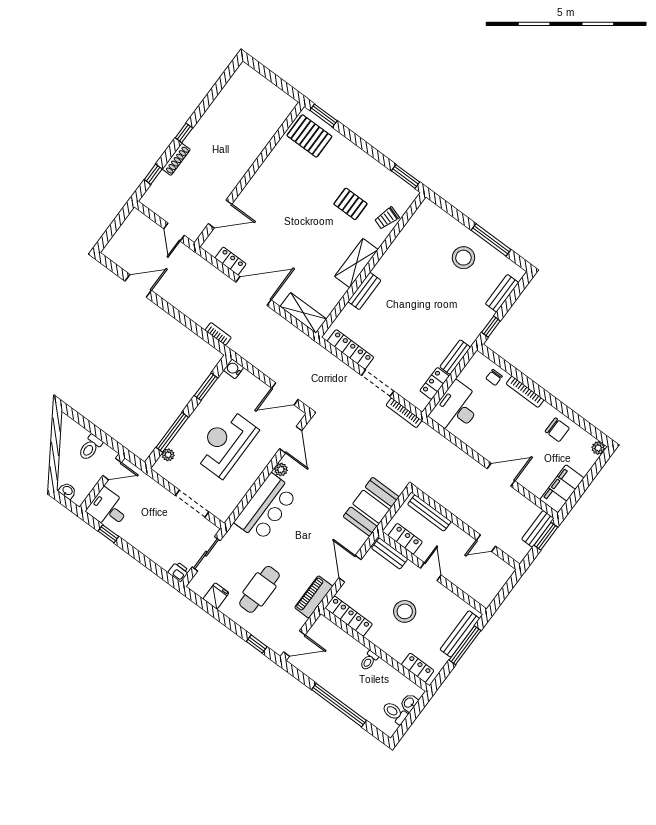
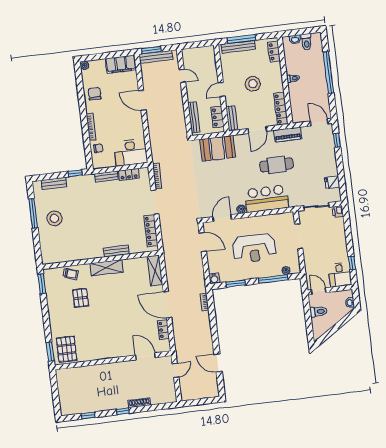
window: (153, 174) -> (88, 416), moved
bench: (538, 529) -> (156, 57), width x1.36
cafe table: (259, 589) -> (277, 165), moved

